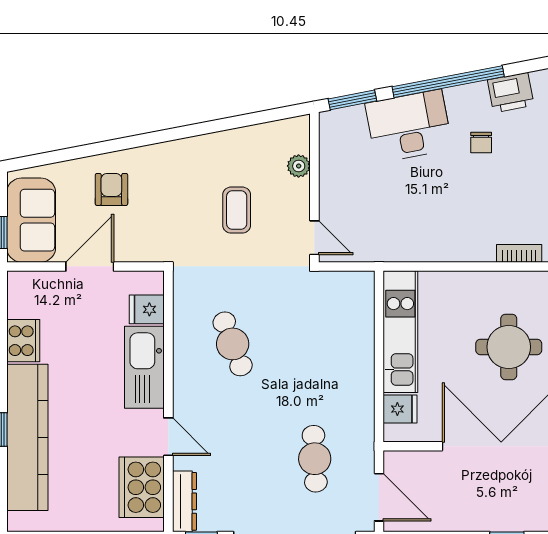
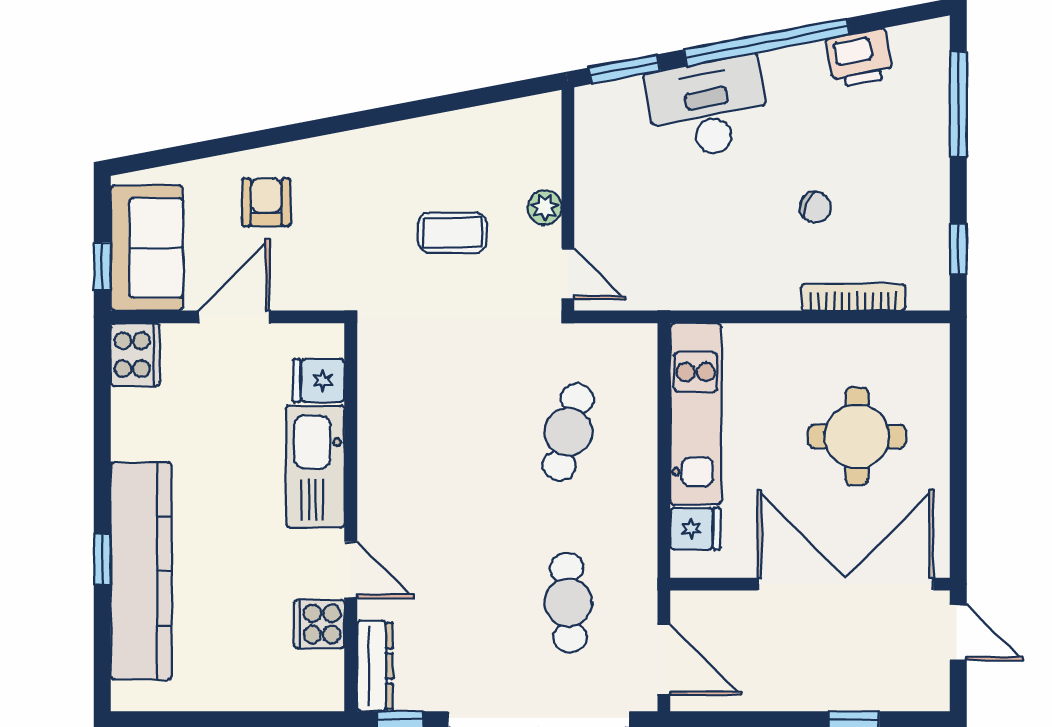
chair: (481, 143) -> (815, 207), moved, turned -65
plant: (299, 166) -> (545, 207), moved
coffee table: (237, 210) -> (452, 233), turned 90
bookcase: (519, 253) -> (853, 297), width x1.56
cooker: (23, 341) -> (135, 355), moved
cafe table: (233, 344) -> (568, 432), moved, turned 36
cooker: (142, 487) -> (319, 624), width x0.53, depth x0.76

